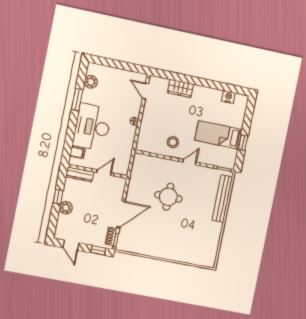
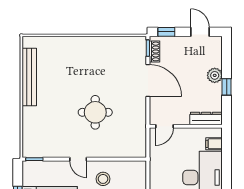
door: (189, 162) -> (78, 159), hinge flipped
door: (104, 173) -> (164, 126), moved
bench: (222, 199) -> (29, 77), moved
door: (121, 214) -> (148, 80), swing flipped

